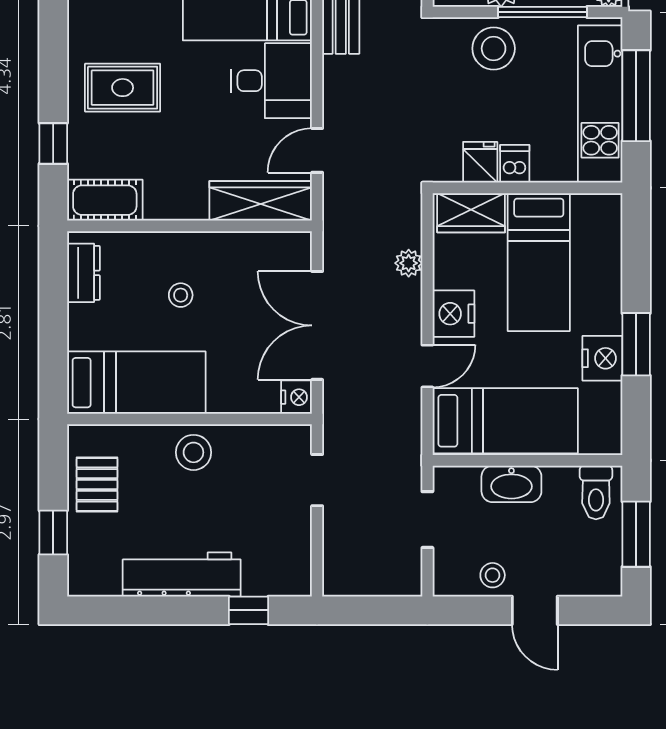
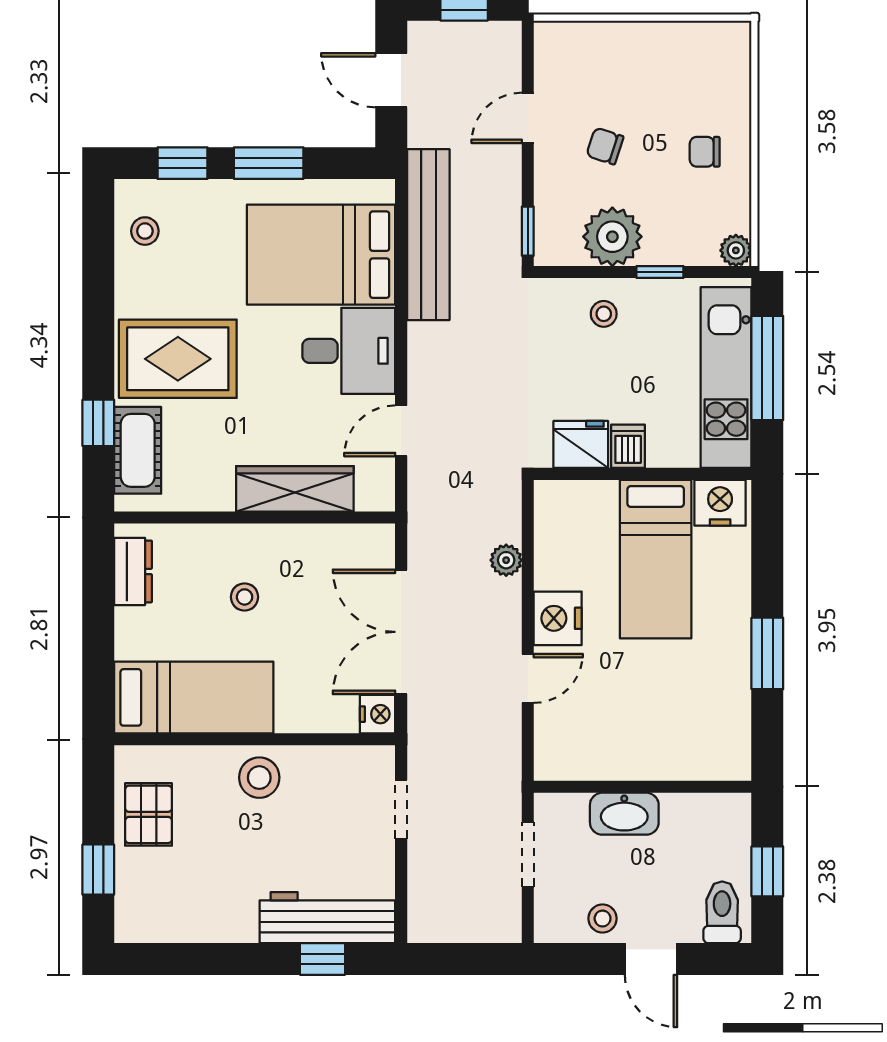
window: (543, 12) -> (660, 272), width x0.46
stool: (494, 48) -> (604, 314), width x0.53, depth x0.53
rug: (123, 88) -> (178, 359), width x1.36, depth x1.43
fridge: (480, 162) -> (581, 444), width x1.38
cot: (105, 200) -> (138, 450), moved, turned 90
wardrobe: (261, 201) -> (295, 489), moved
wardrobe: (471, 213) -> (578, 502), removed
nightstand: (602, 358) -> (720, 503), moved, turned -90
bed: (505, 421) -> (617, 741), removed
toilet: (596, 492) -> (722, 912), moved, turned 180
window: (636, 534) -> (767, 871), width x0.67
workbench: (182, 574) -> (327, 918), moved

